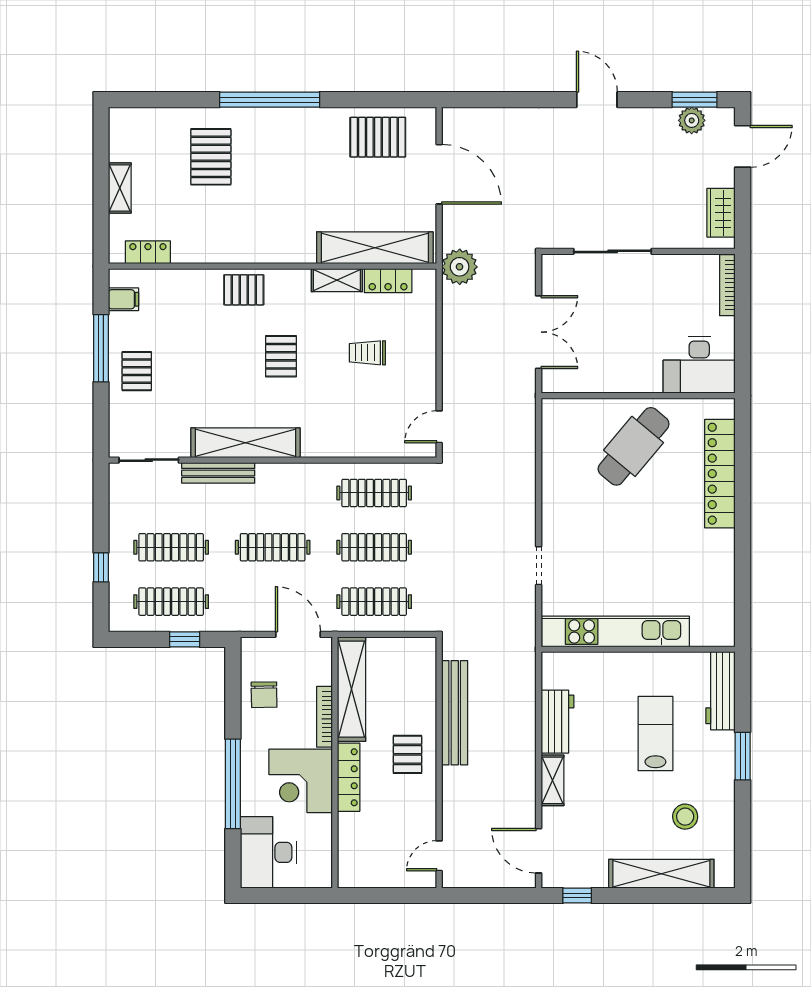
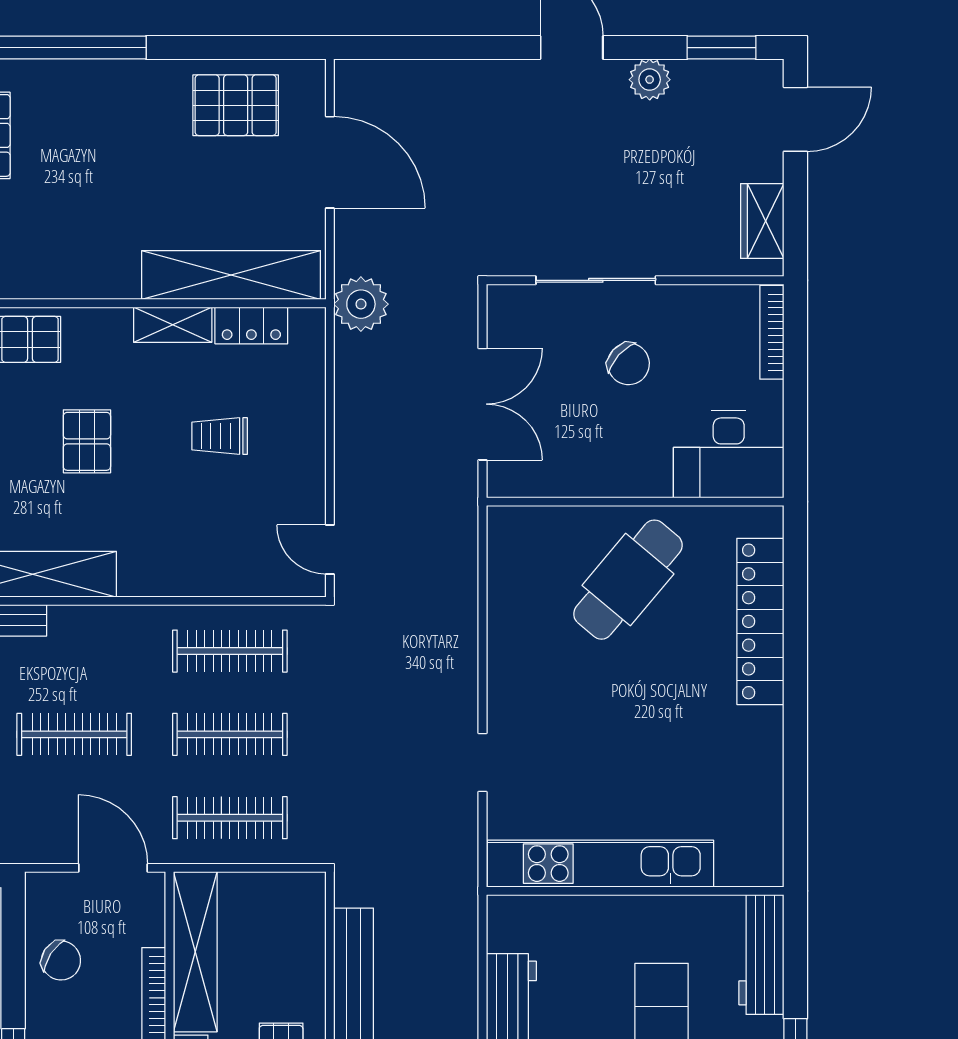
plant: (692, 120) -> (650, 80), moved
chair: (634, 306) -> (628, 364), added
door: (439, 427) -> (330, 549), hinge flipped
chair: (264, 695) -> (61, 961), turned -56

